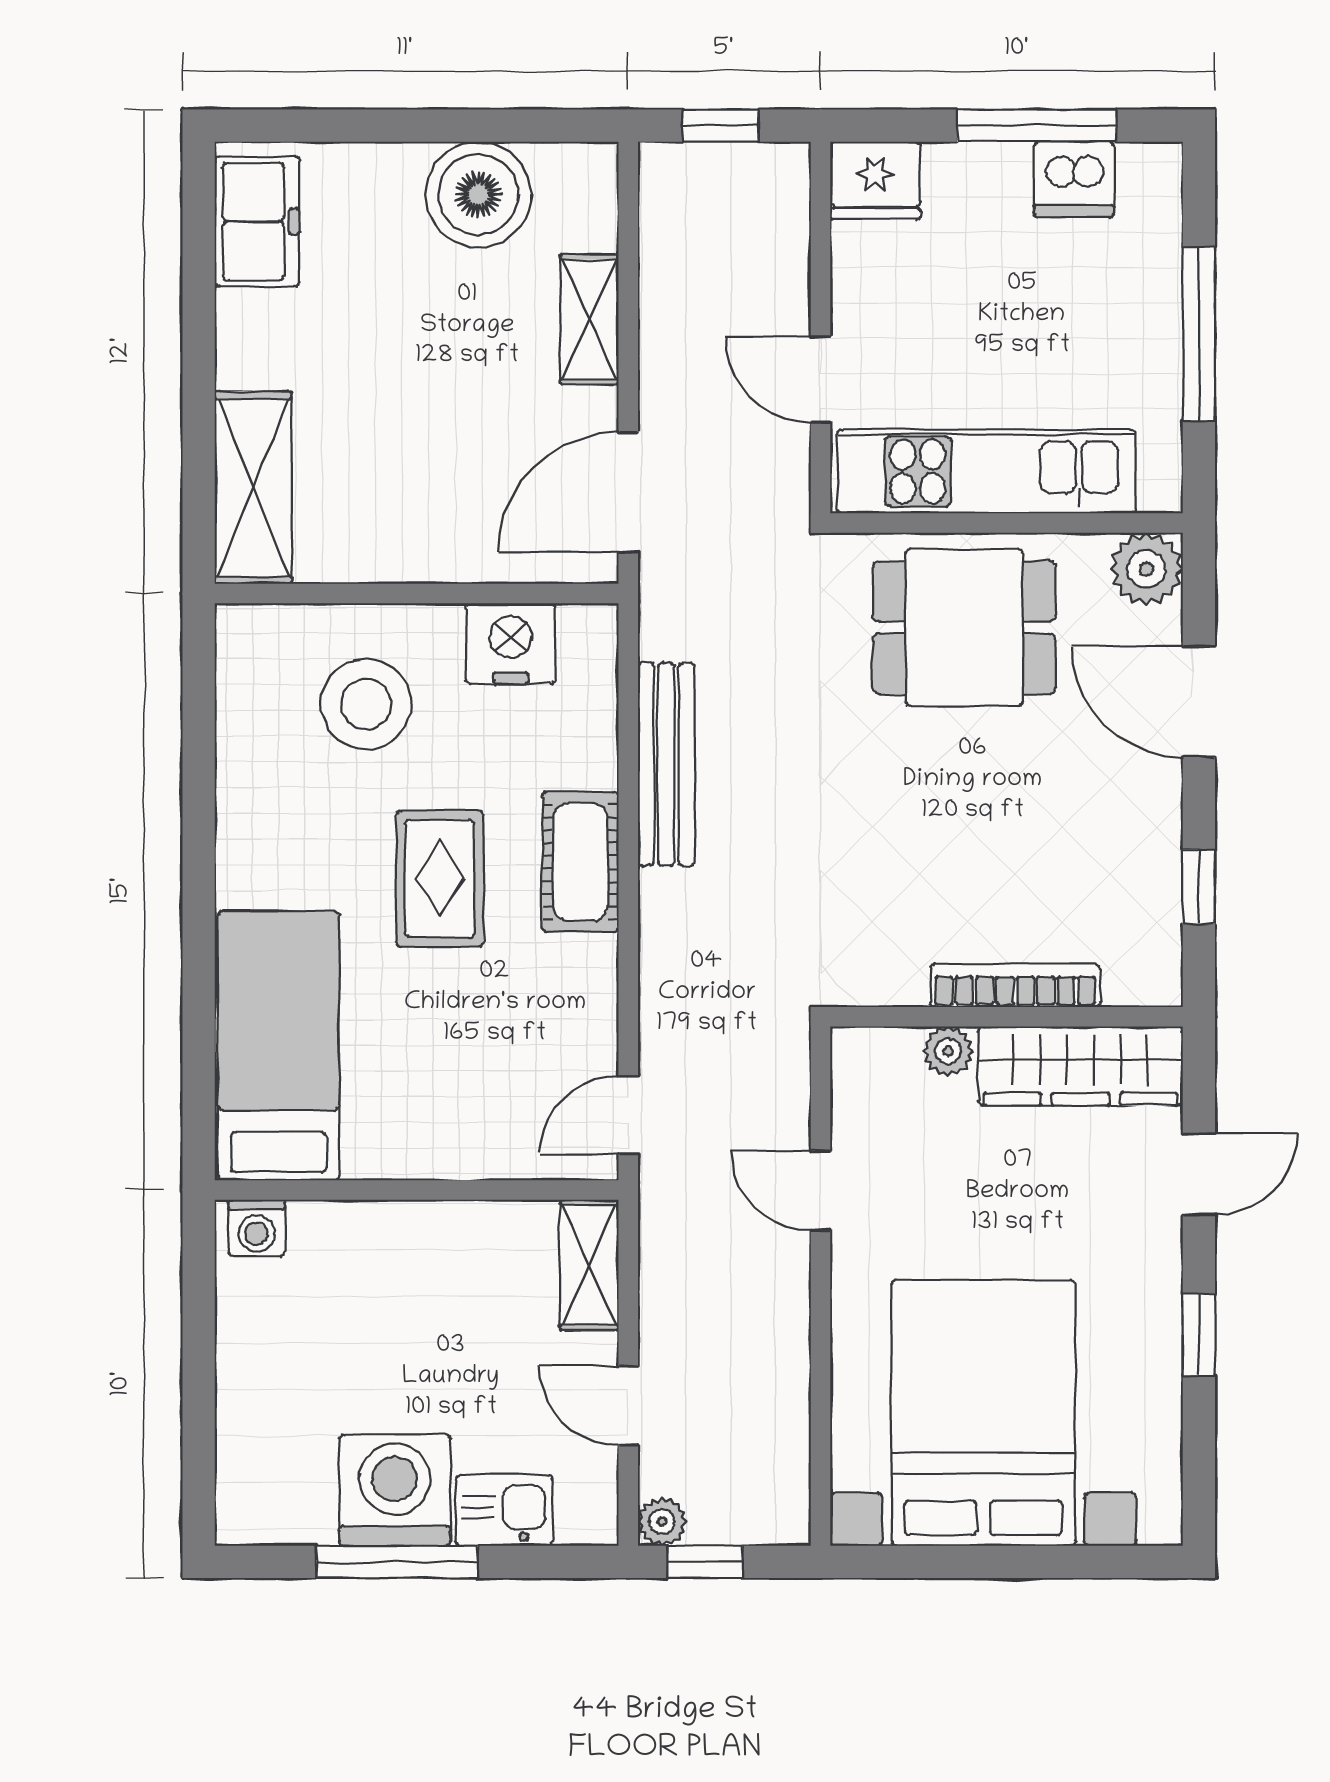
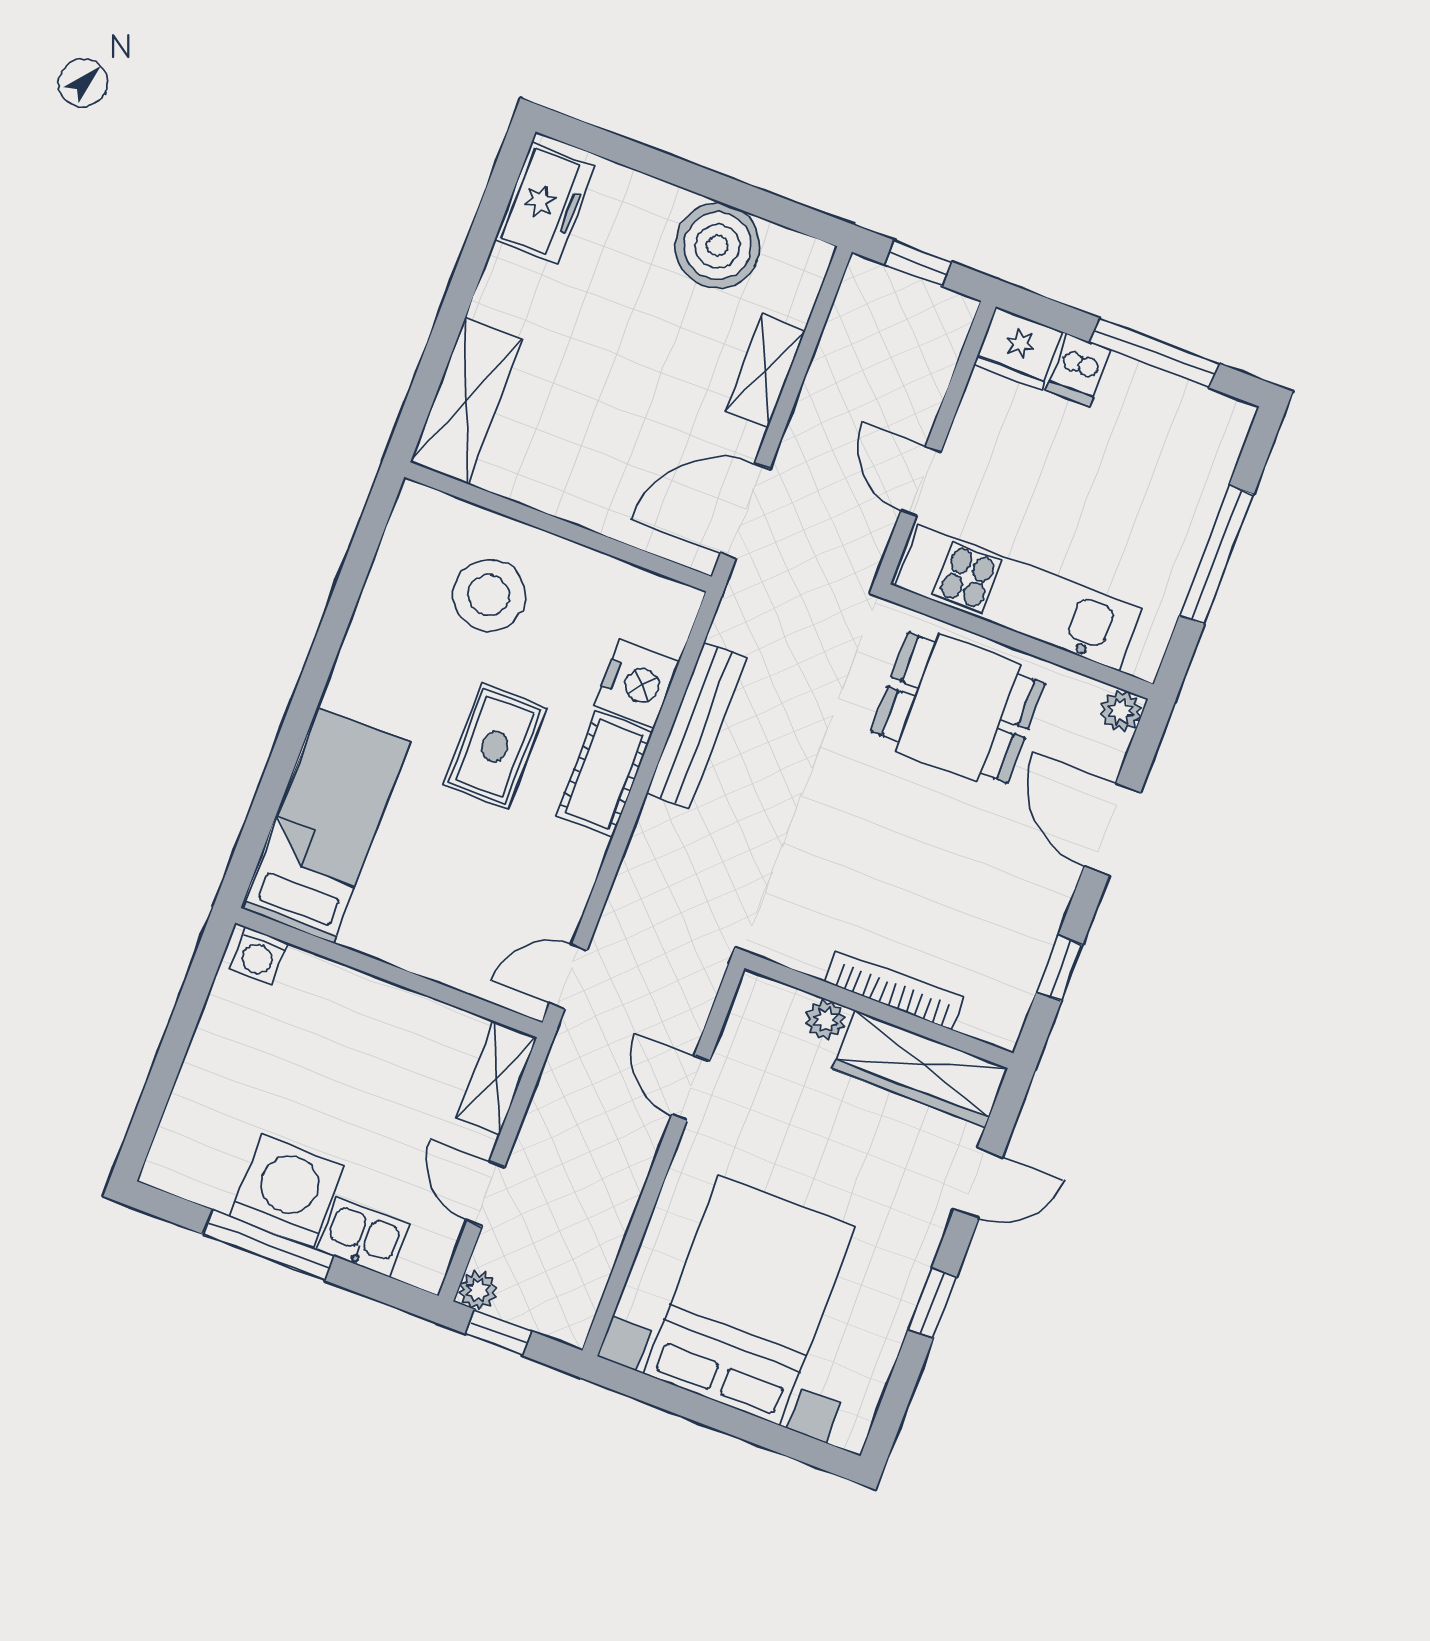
dishwasher: (1074, 179) -> (1078, 370), moved, width x0.73
plant: (1146, 569) -> (1121, 711), width x0.73, depth x0.73
nightstand: (511, 643) -> (637, 684), moved, turned 90

